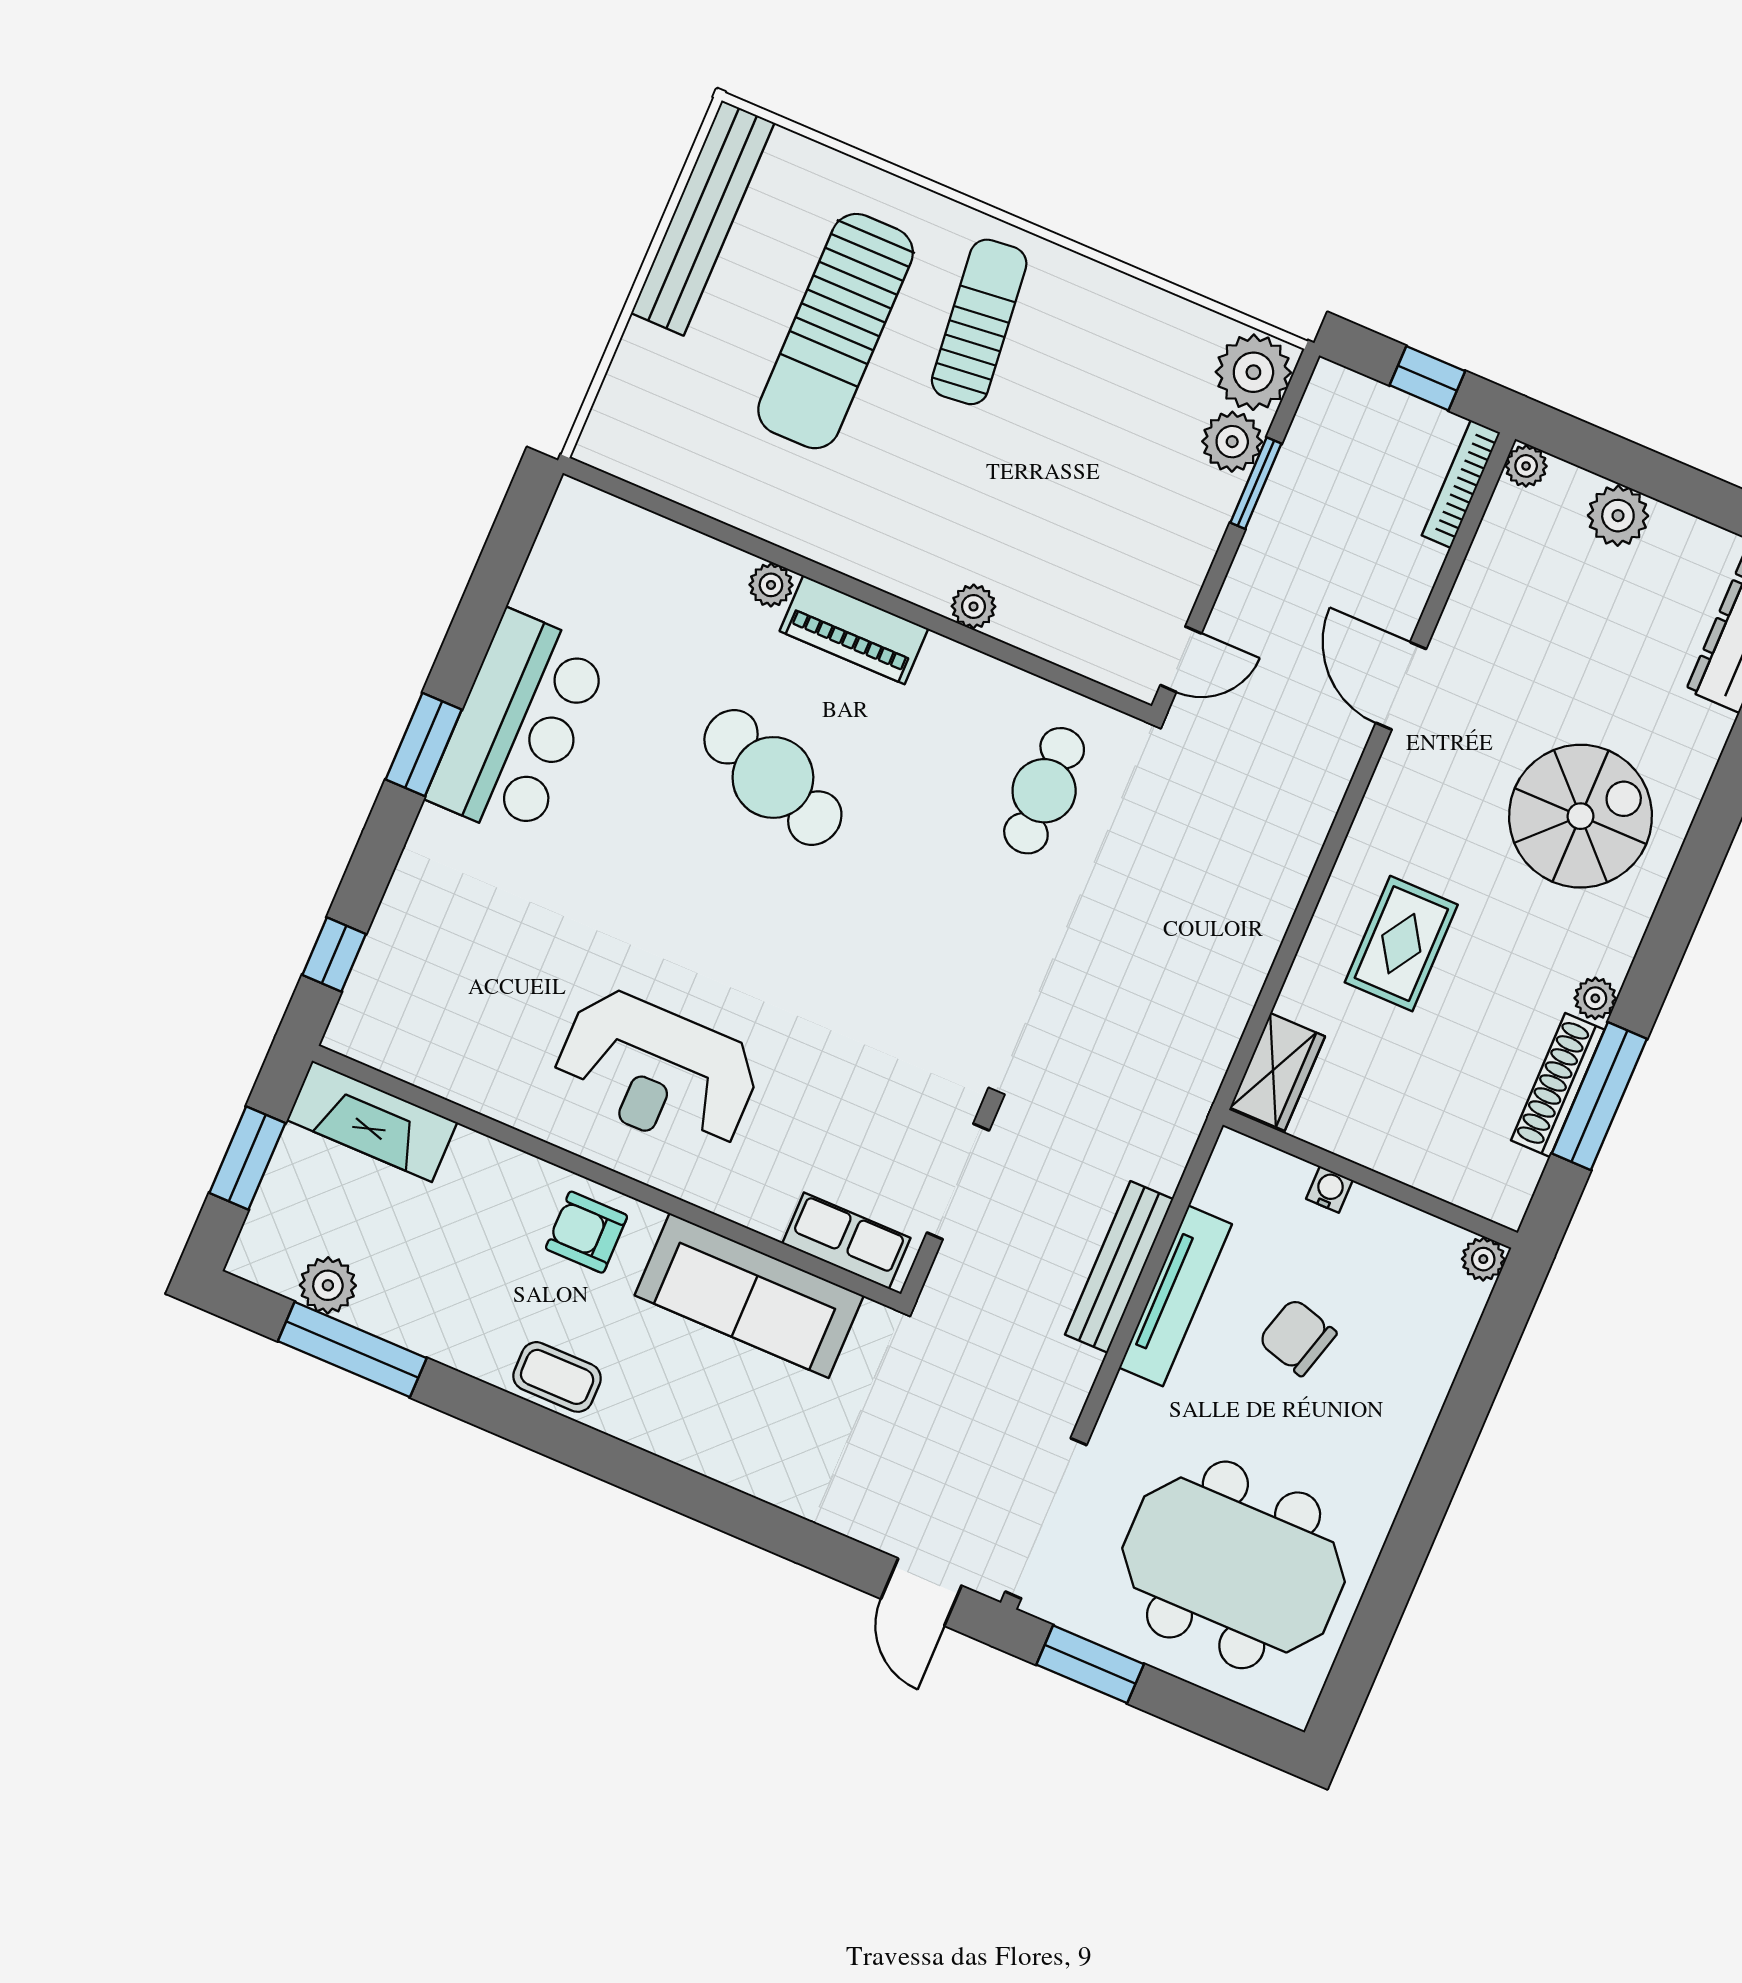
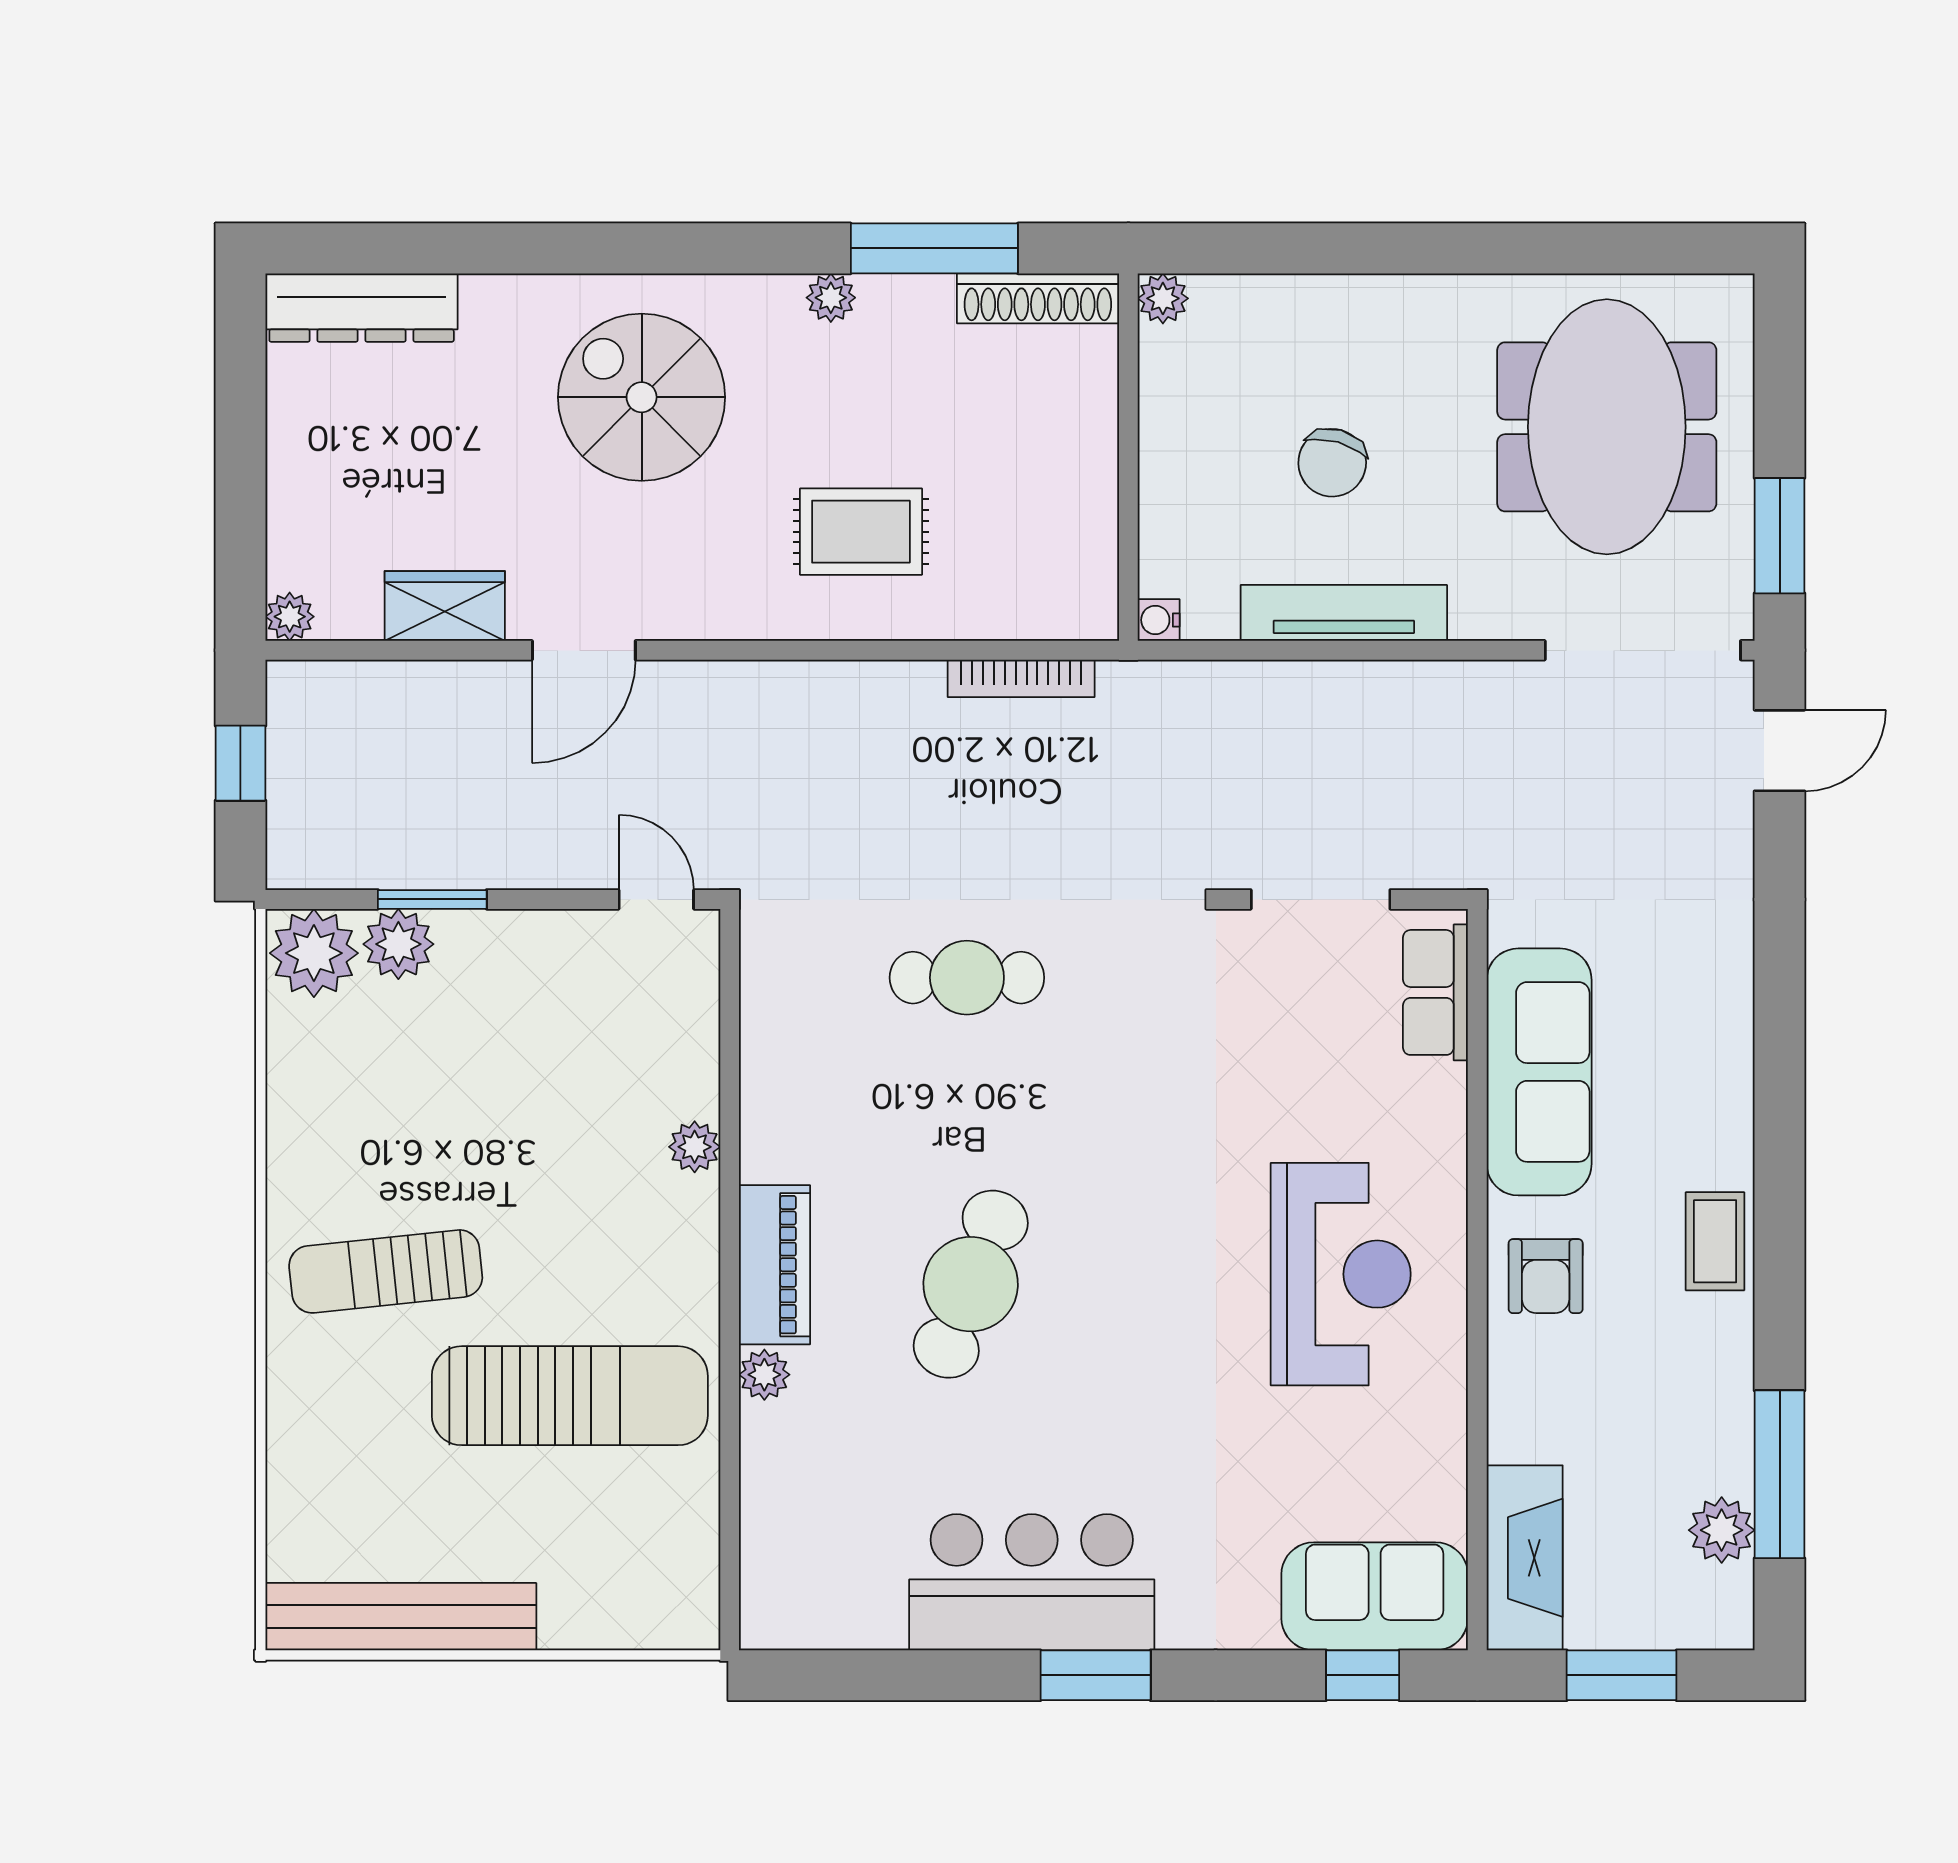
sun lounger: (836, 331) -> (570, 1396), moved
bookcase: (1461, 484) -> (1021, 678), moved
plant: (1618, 516) -> (301, 495), removed
cafe table: (1044, 791) -> (967, 978), moved
sofa: (392, 990) -> (1375, 1596), added
wardrobe: (1277, 1072) -> (445, 606), moved
shoe rack: (1558, 1085) -> (1038, 298), moved
water cooler: (1329, 1189) -> (1159, 620), moved
bench: (1119, 1267) -> (1339, 687), removed

